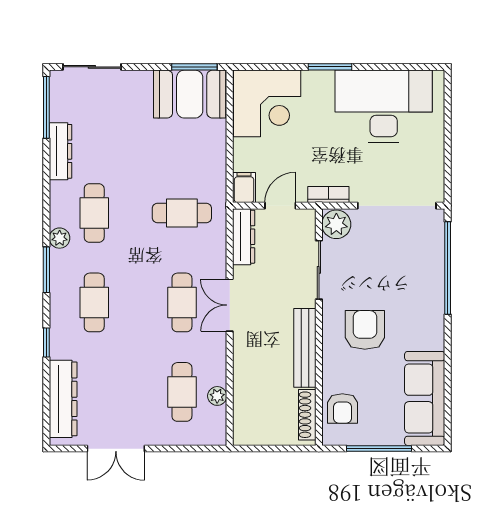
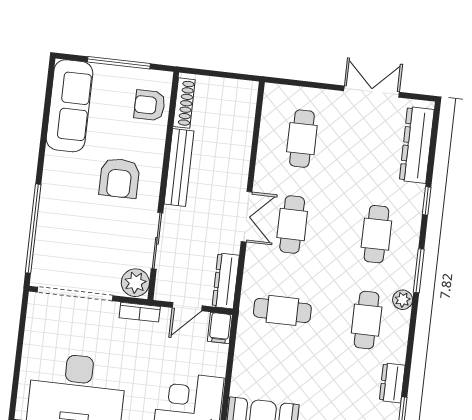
dresser: (60, 151) -> (392, 383), width x0.70
plant: (217, 396) -> (268, 131), removed
armchair: (342, 408) -> (150, 105), turned -90

